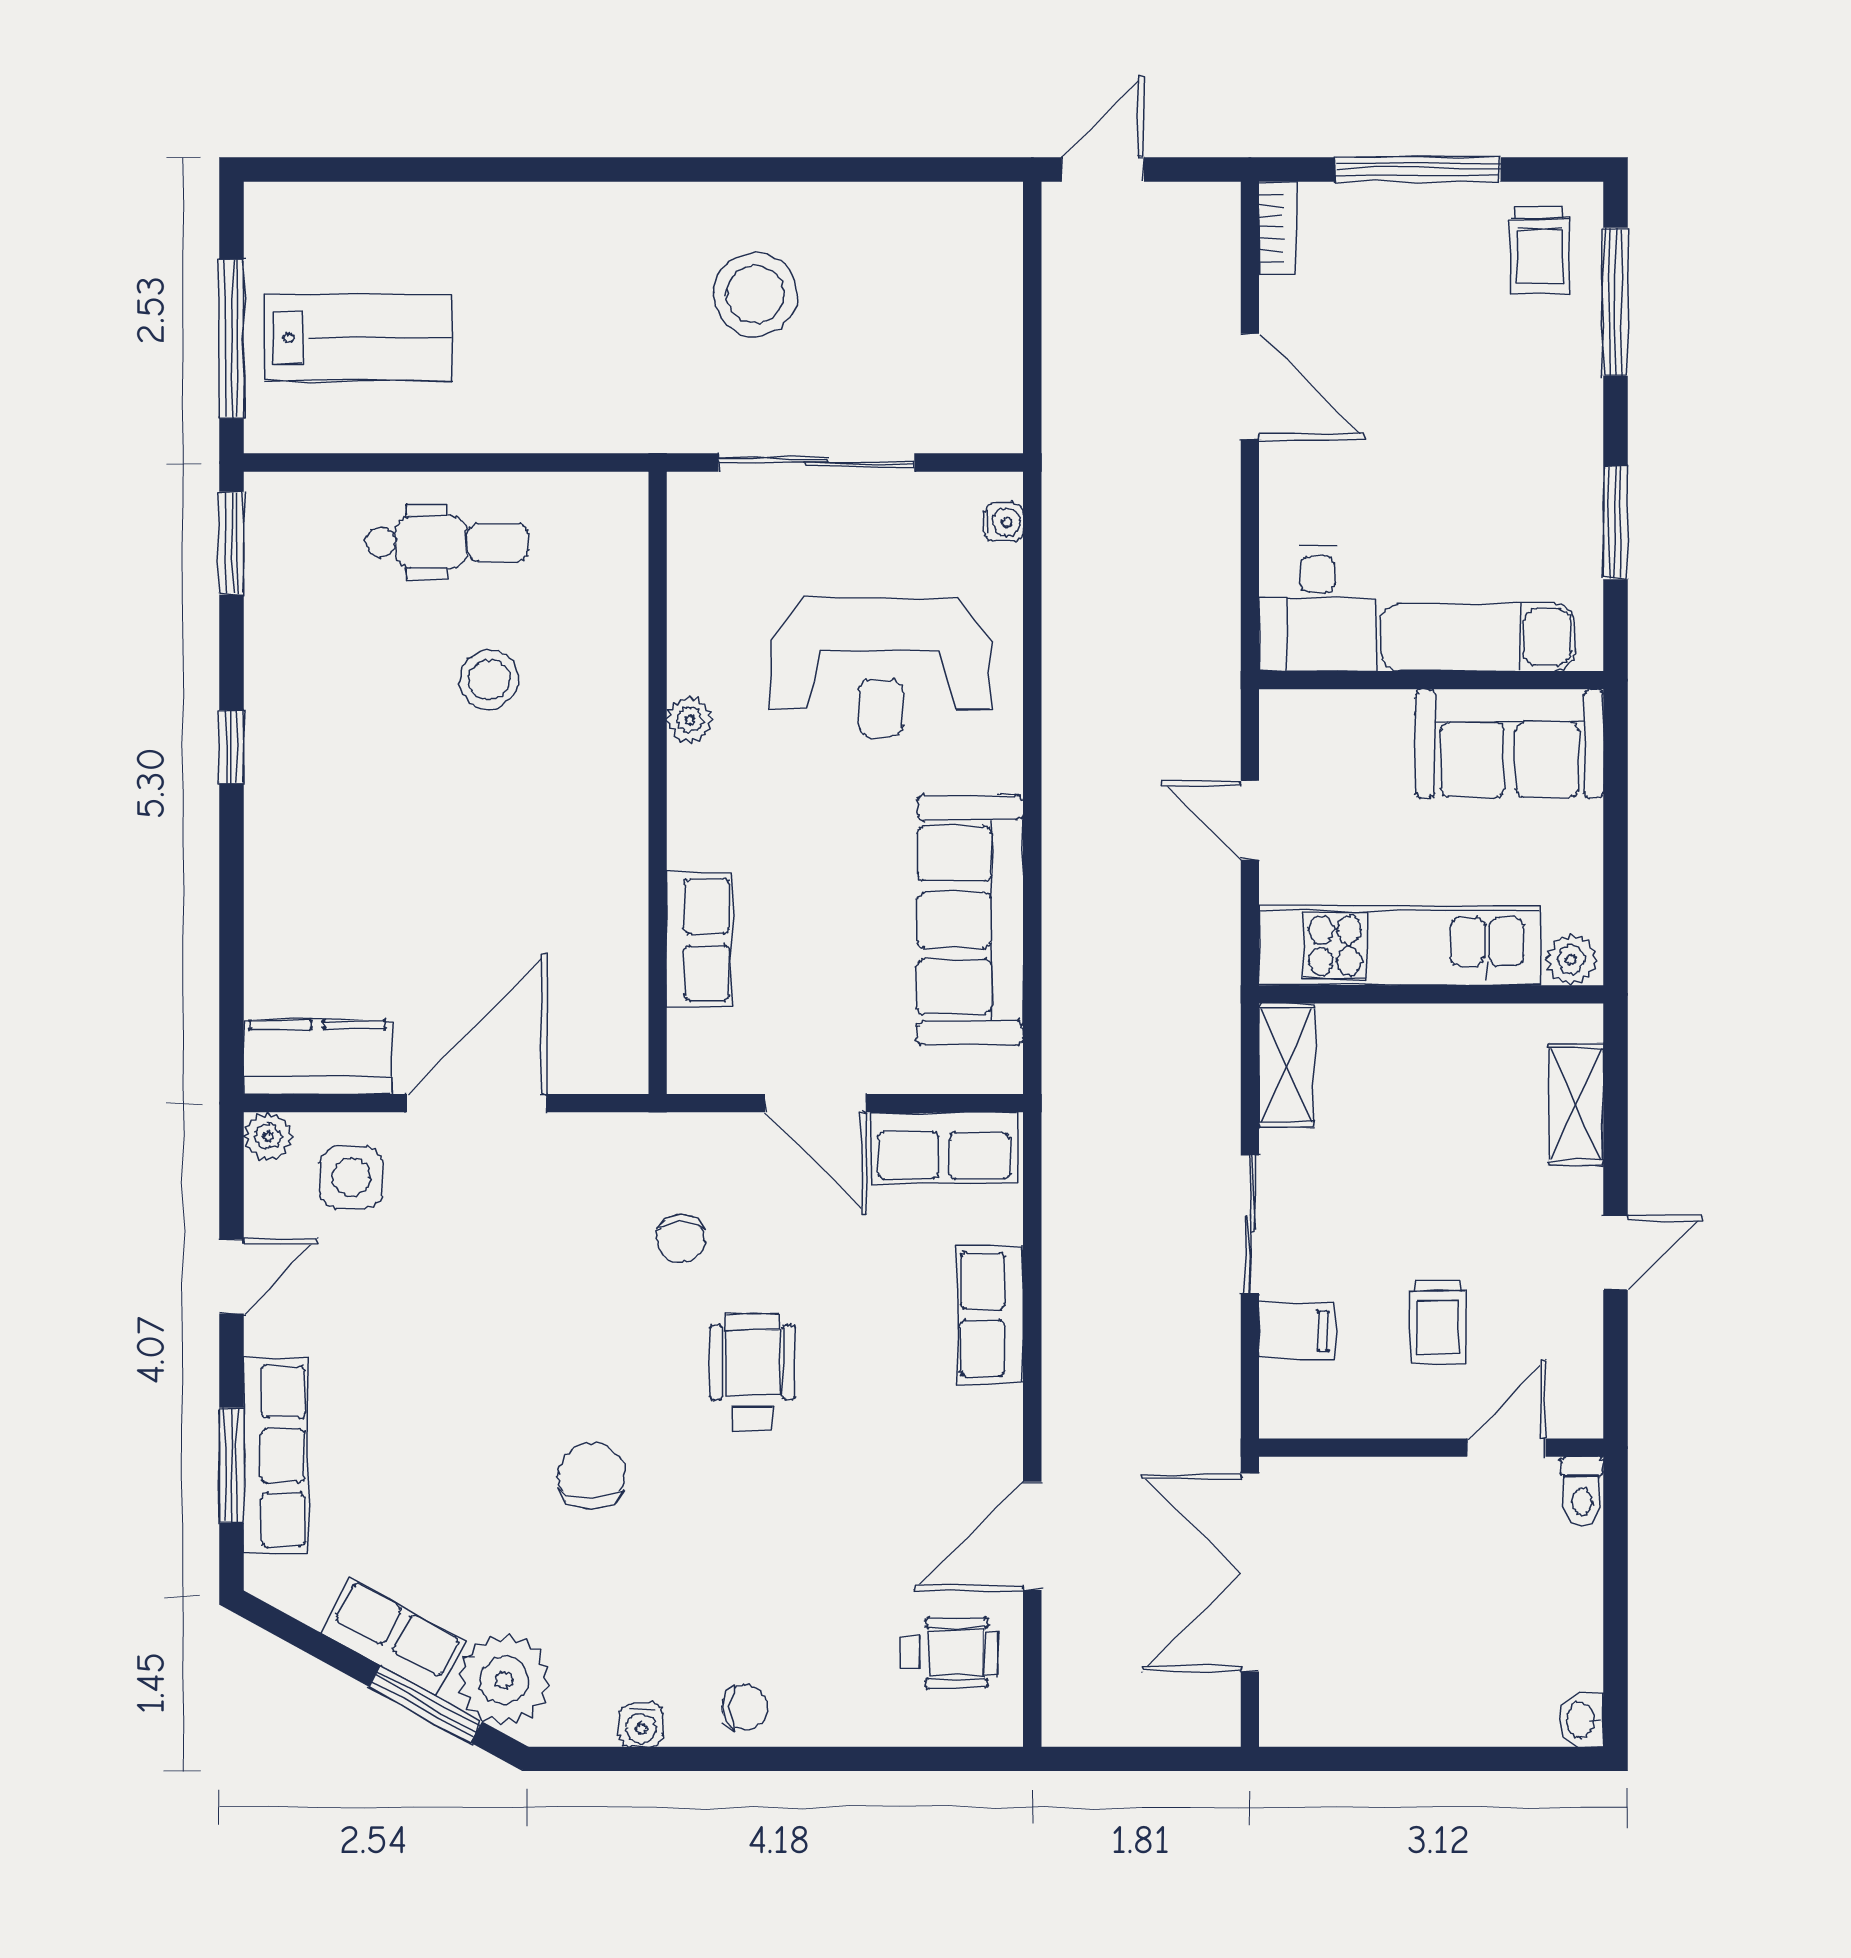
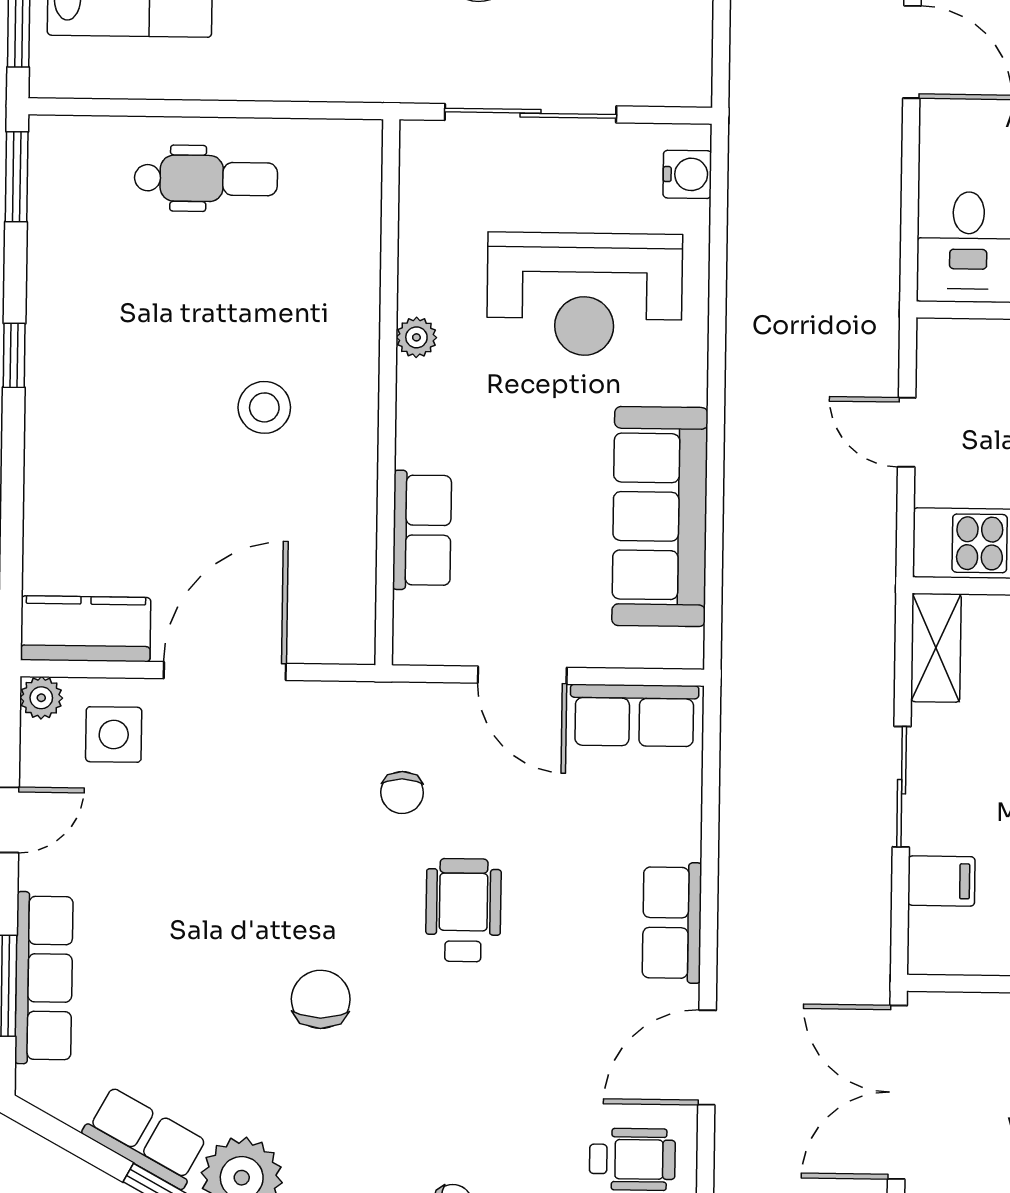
water cooler: (1003, 522) -> (687, 174), width x1.38, depth x1.38
stool: (489, 680) -> (264, 407), moved
row of seats: (990, 1315) -> (672, 923), moved

